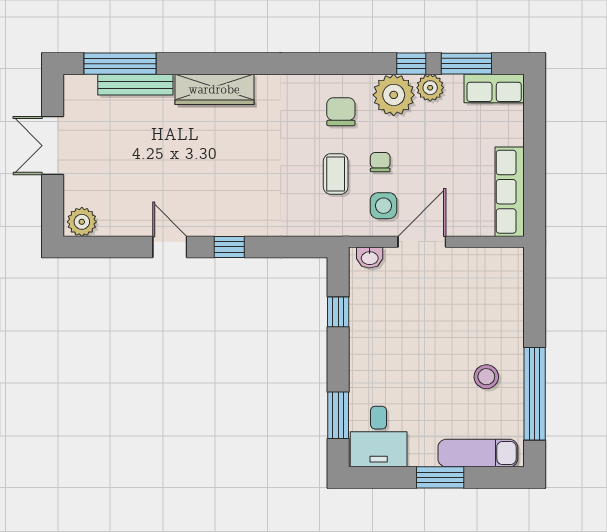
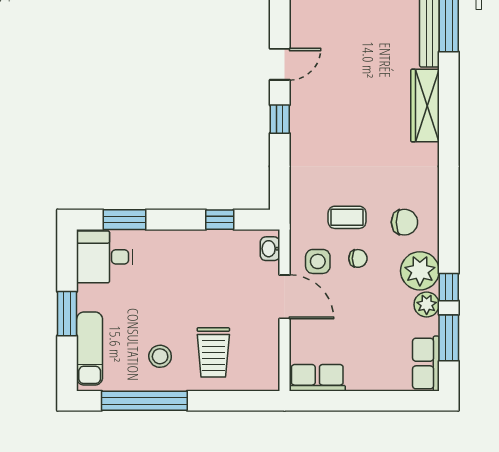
row of seats: (510, 192) -> (317, 378), width x0.68
trolley: (482, 319) -> (213, 352), added

